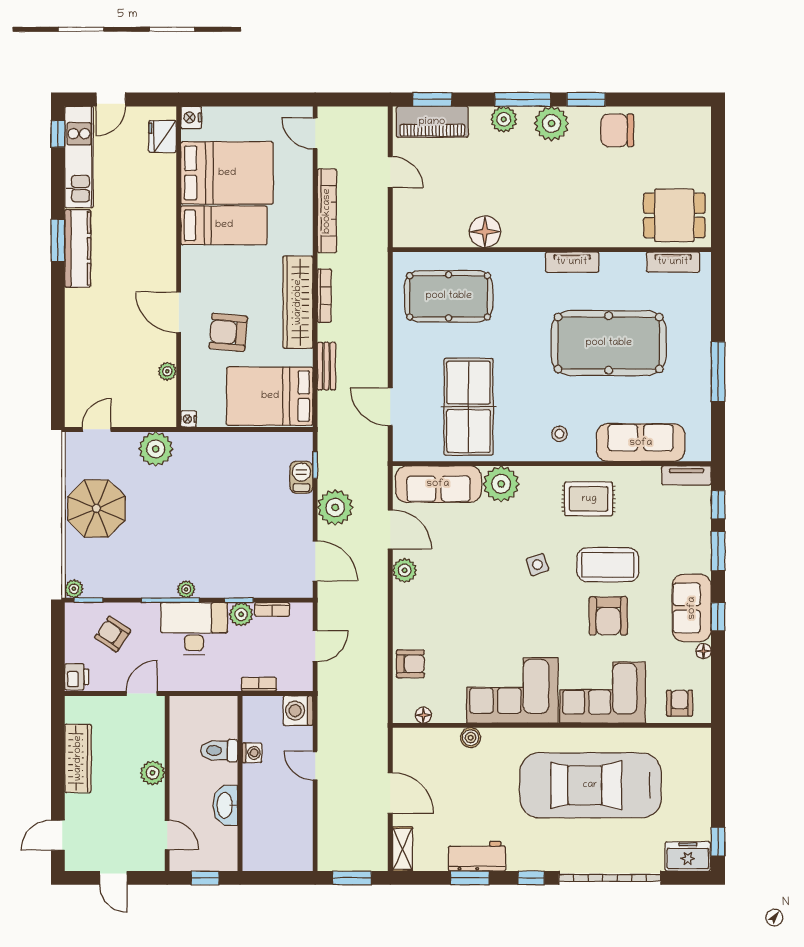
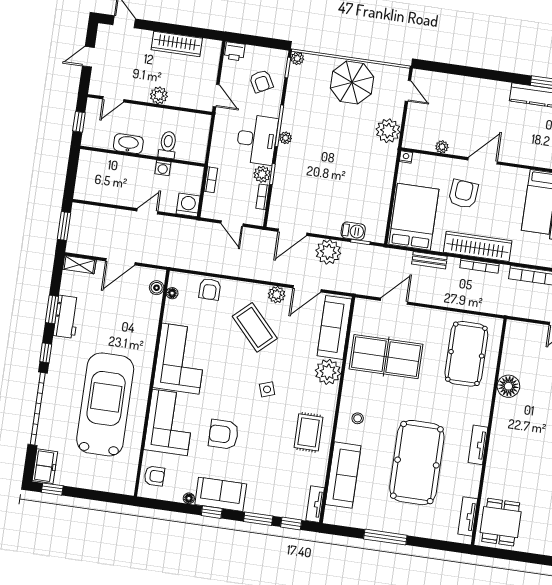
coffee table: (608, 565) -> (255, 327), moved, turned -43
armchair: (113, 634) -> (261, 81), turned 118
boiler: (471, 738) -> (157, 288), moved

